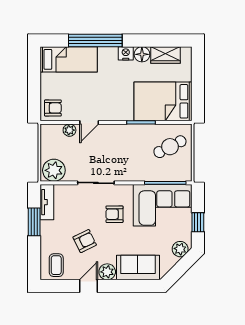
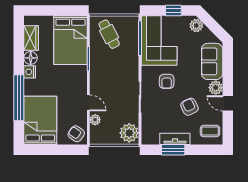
bed: (69, 59) -> (40, 120), width x1.50
armchair: (53, 108) -> (76, 134), turned -55
tv unit: (47, 202) -> (175, 139), moved

